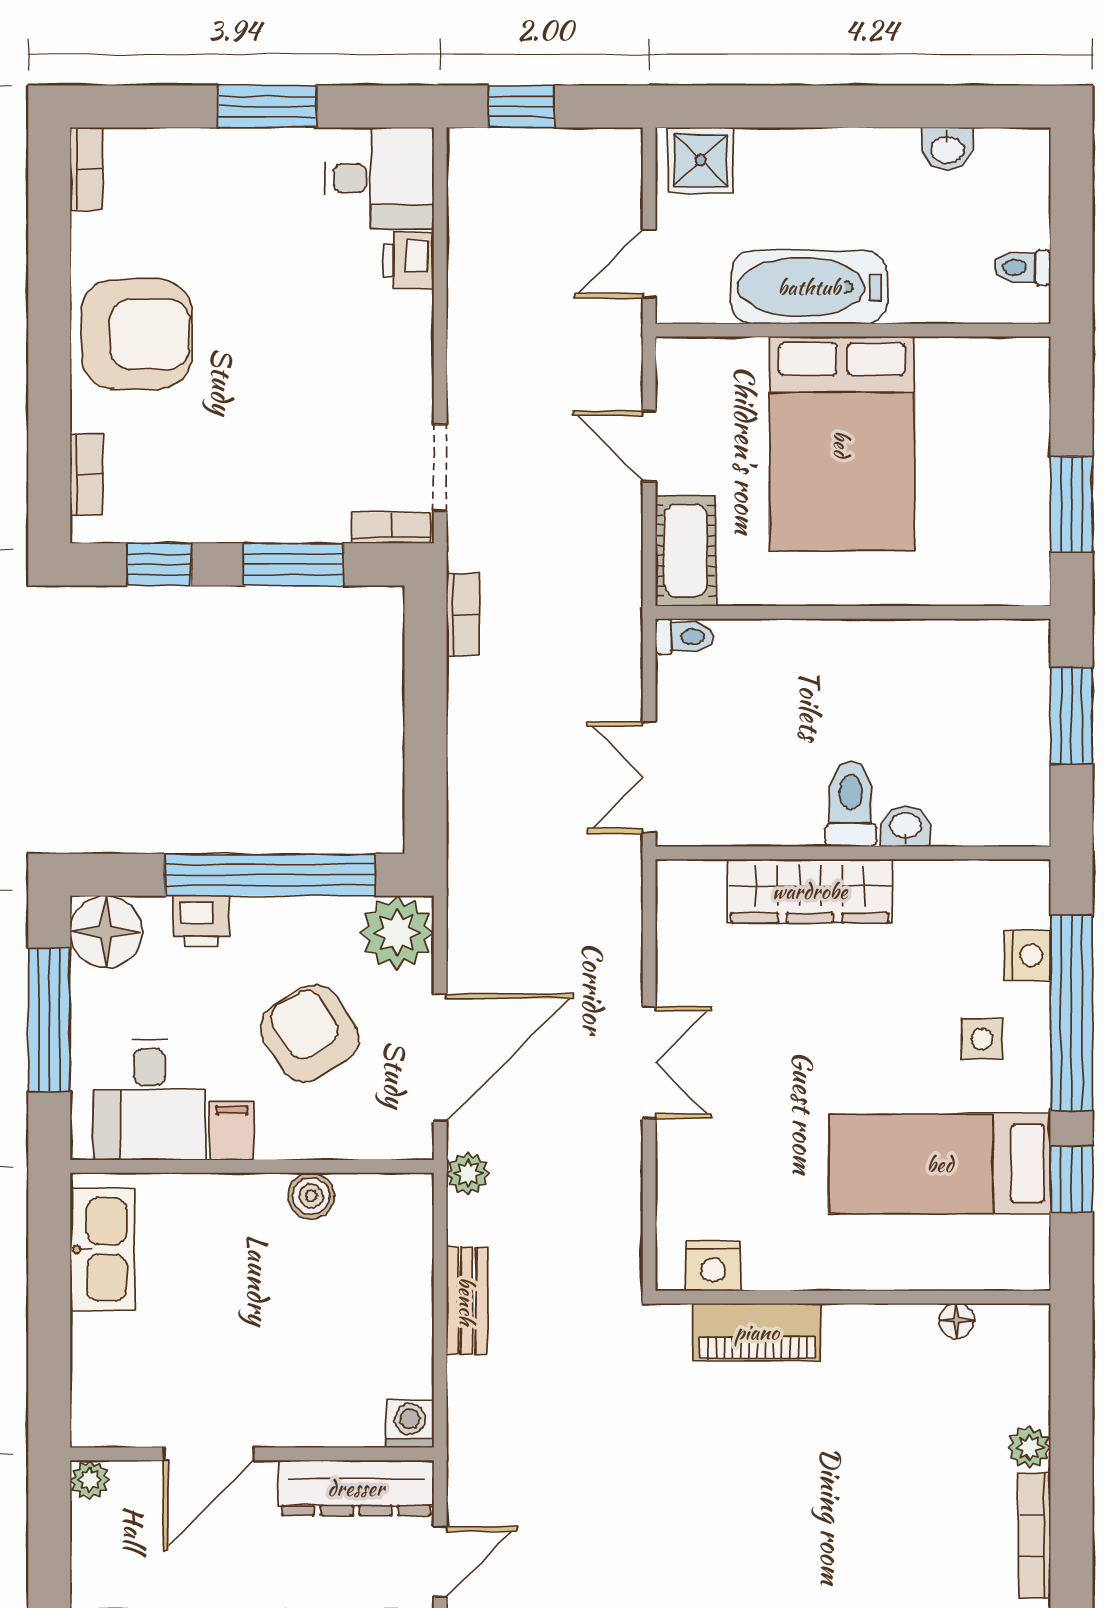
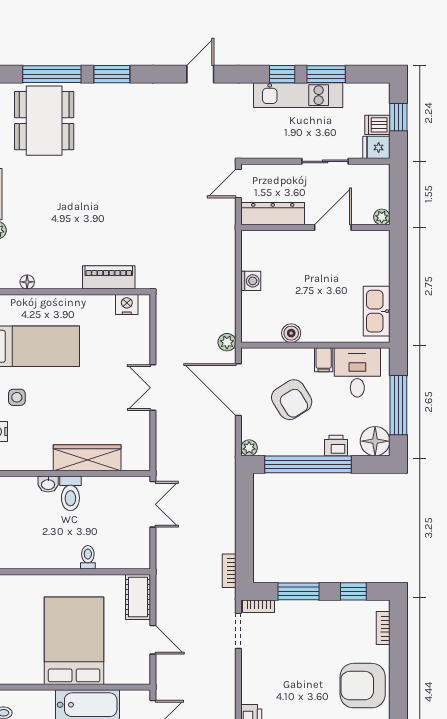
toilet: (684, 637) -> (88, 557), moved, turned 90
plant: (397, 933) -> (249, 448), width x0.53, depth x0.53
door: (440, 1058) -> (238, 390), hinge flipped
bench: (467, 1301) -> (227, 290), removed
washing machine: (410, 1424) -> (251, 281), moved, turned -90

